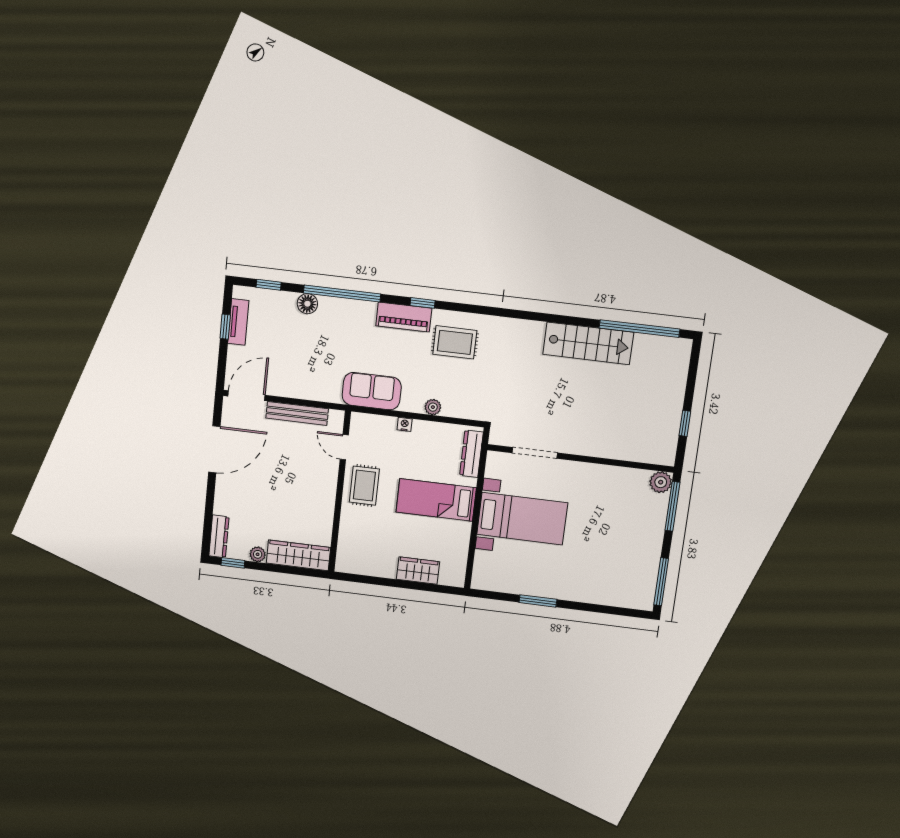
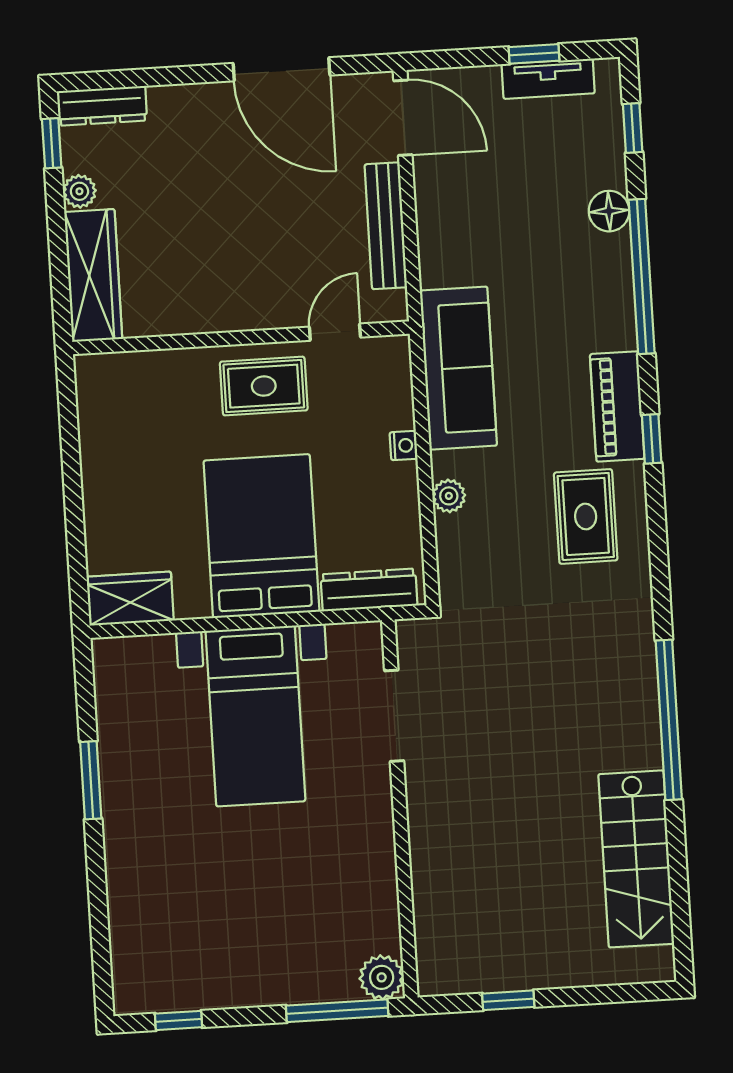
window: (639, 329) -> (669, 720), moved
stairs: (588, 343) -> (636, 859), moved
sofa: (372, 391) -> (458, 368), width x1.36
bed: (436, 500) -> (261, 536), width x1.50
wardrobe: (418, 571) -> (130, 599), moved, turned -90
window: (661, 582) -> (179, 1020), width x0.46

